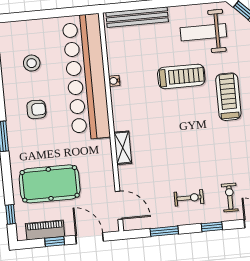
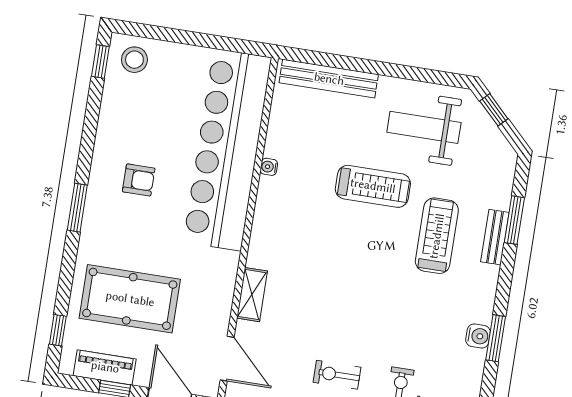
stool: (32, 63) -> (134, 60), moved
shelving: (123, 148) -> (252, 295), moved
exercise bike: (189, 198) -> (337, 375), turned 180

